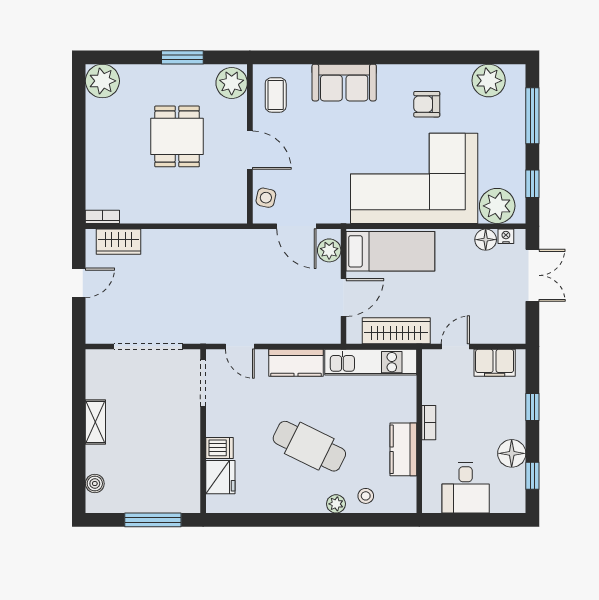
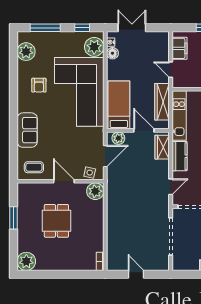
plant: (232, 83) -> (95, 191), moved
dining table: (177, 136) -> (56, 221), turned 90
door: (250, 150) -> (64, 181), hinge flipped
wardrobe: (119, 242) -> (162, 147), moved, turned 180

